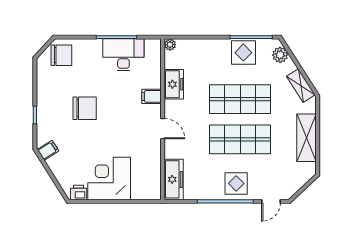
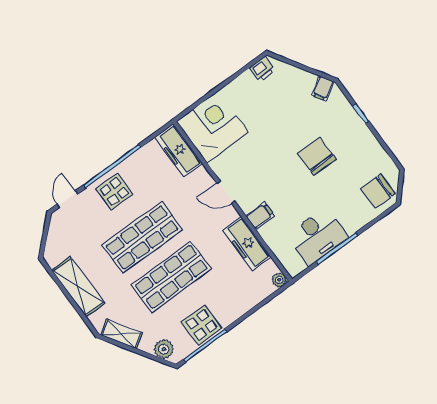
freezer: (174, 84) -> (247, 244), width x1.40
chair: (85, 108) -> (317, 156), turned 90
corner desk: (109, 178) -> (212, 127), moved, turned -90

